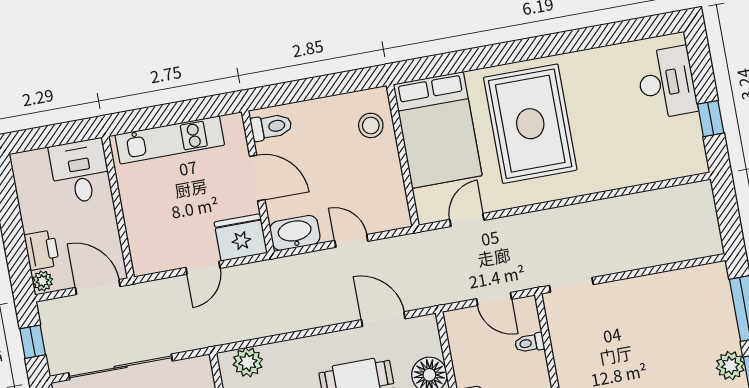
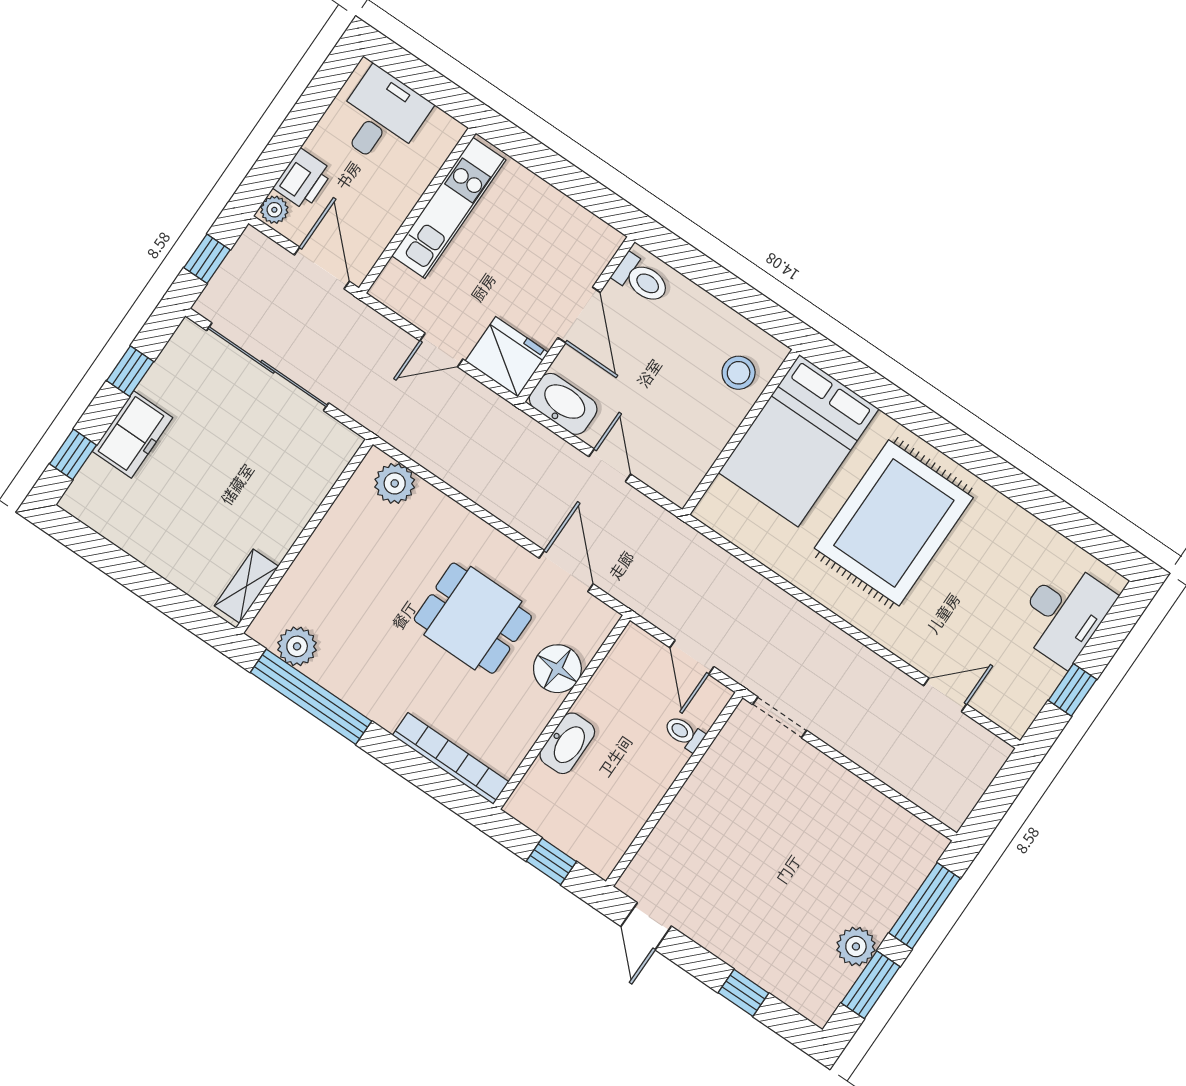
kitchen unit: (170, 140) -> (449, 208), moved, turned -90
desk: (80, 171) -> (381, 117), moved
door: (467, 220) -> (945, 695), moved

